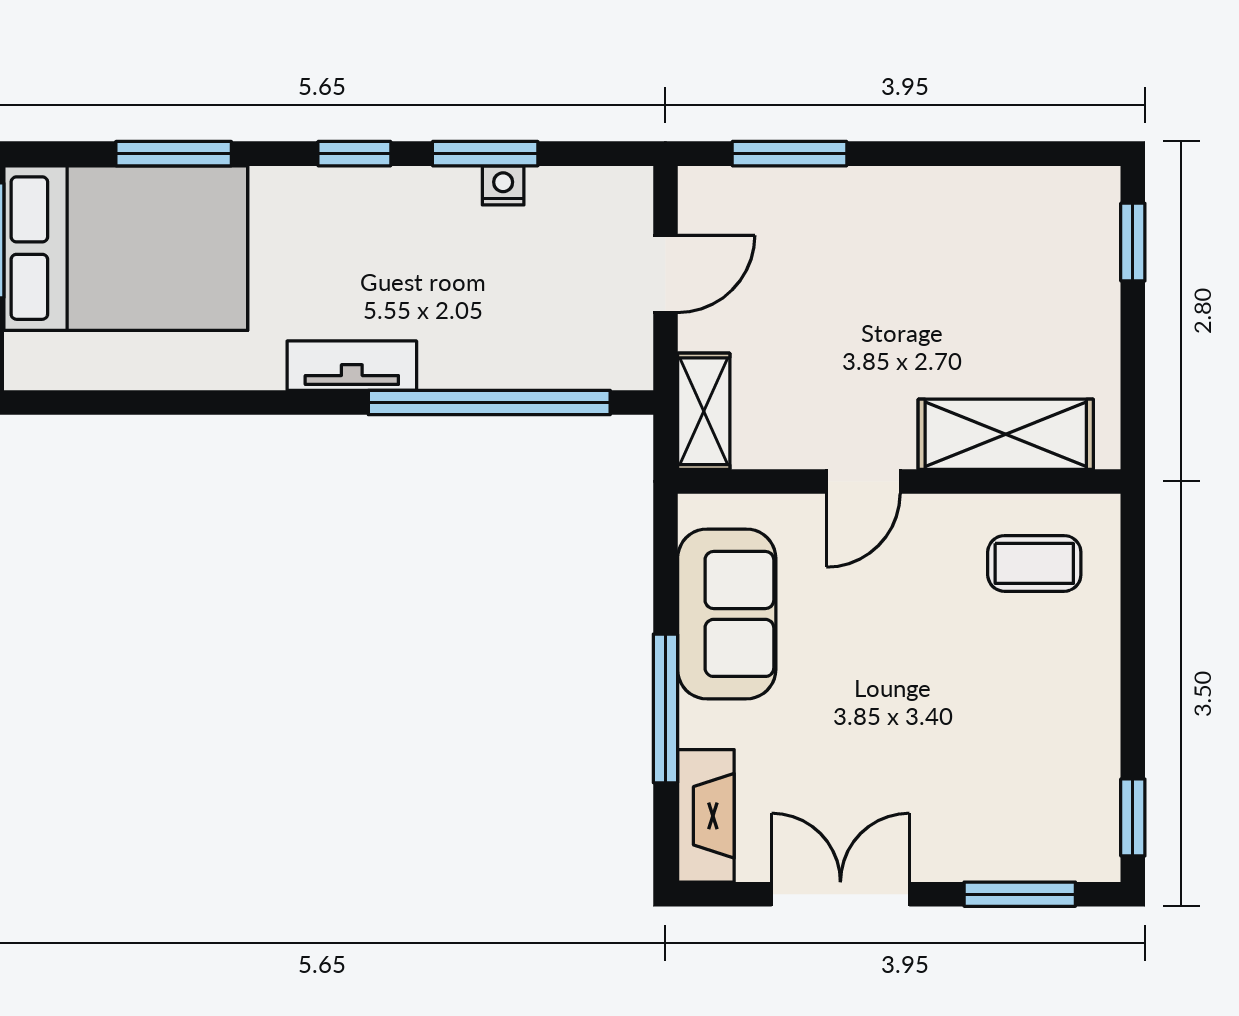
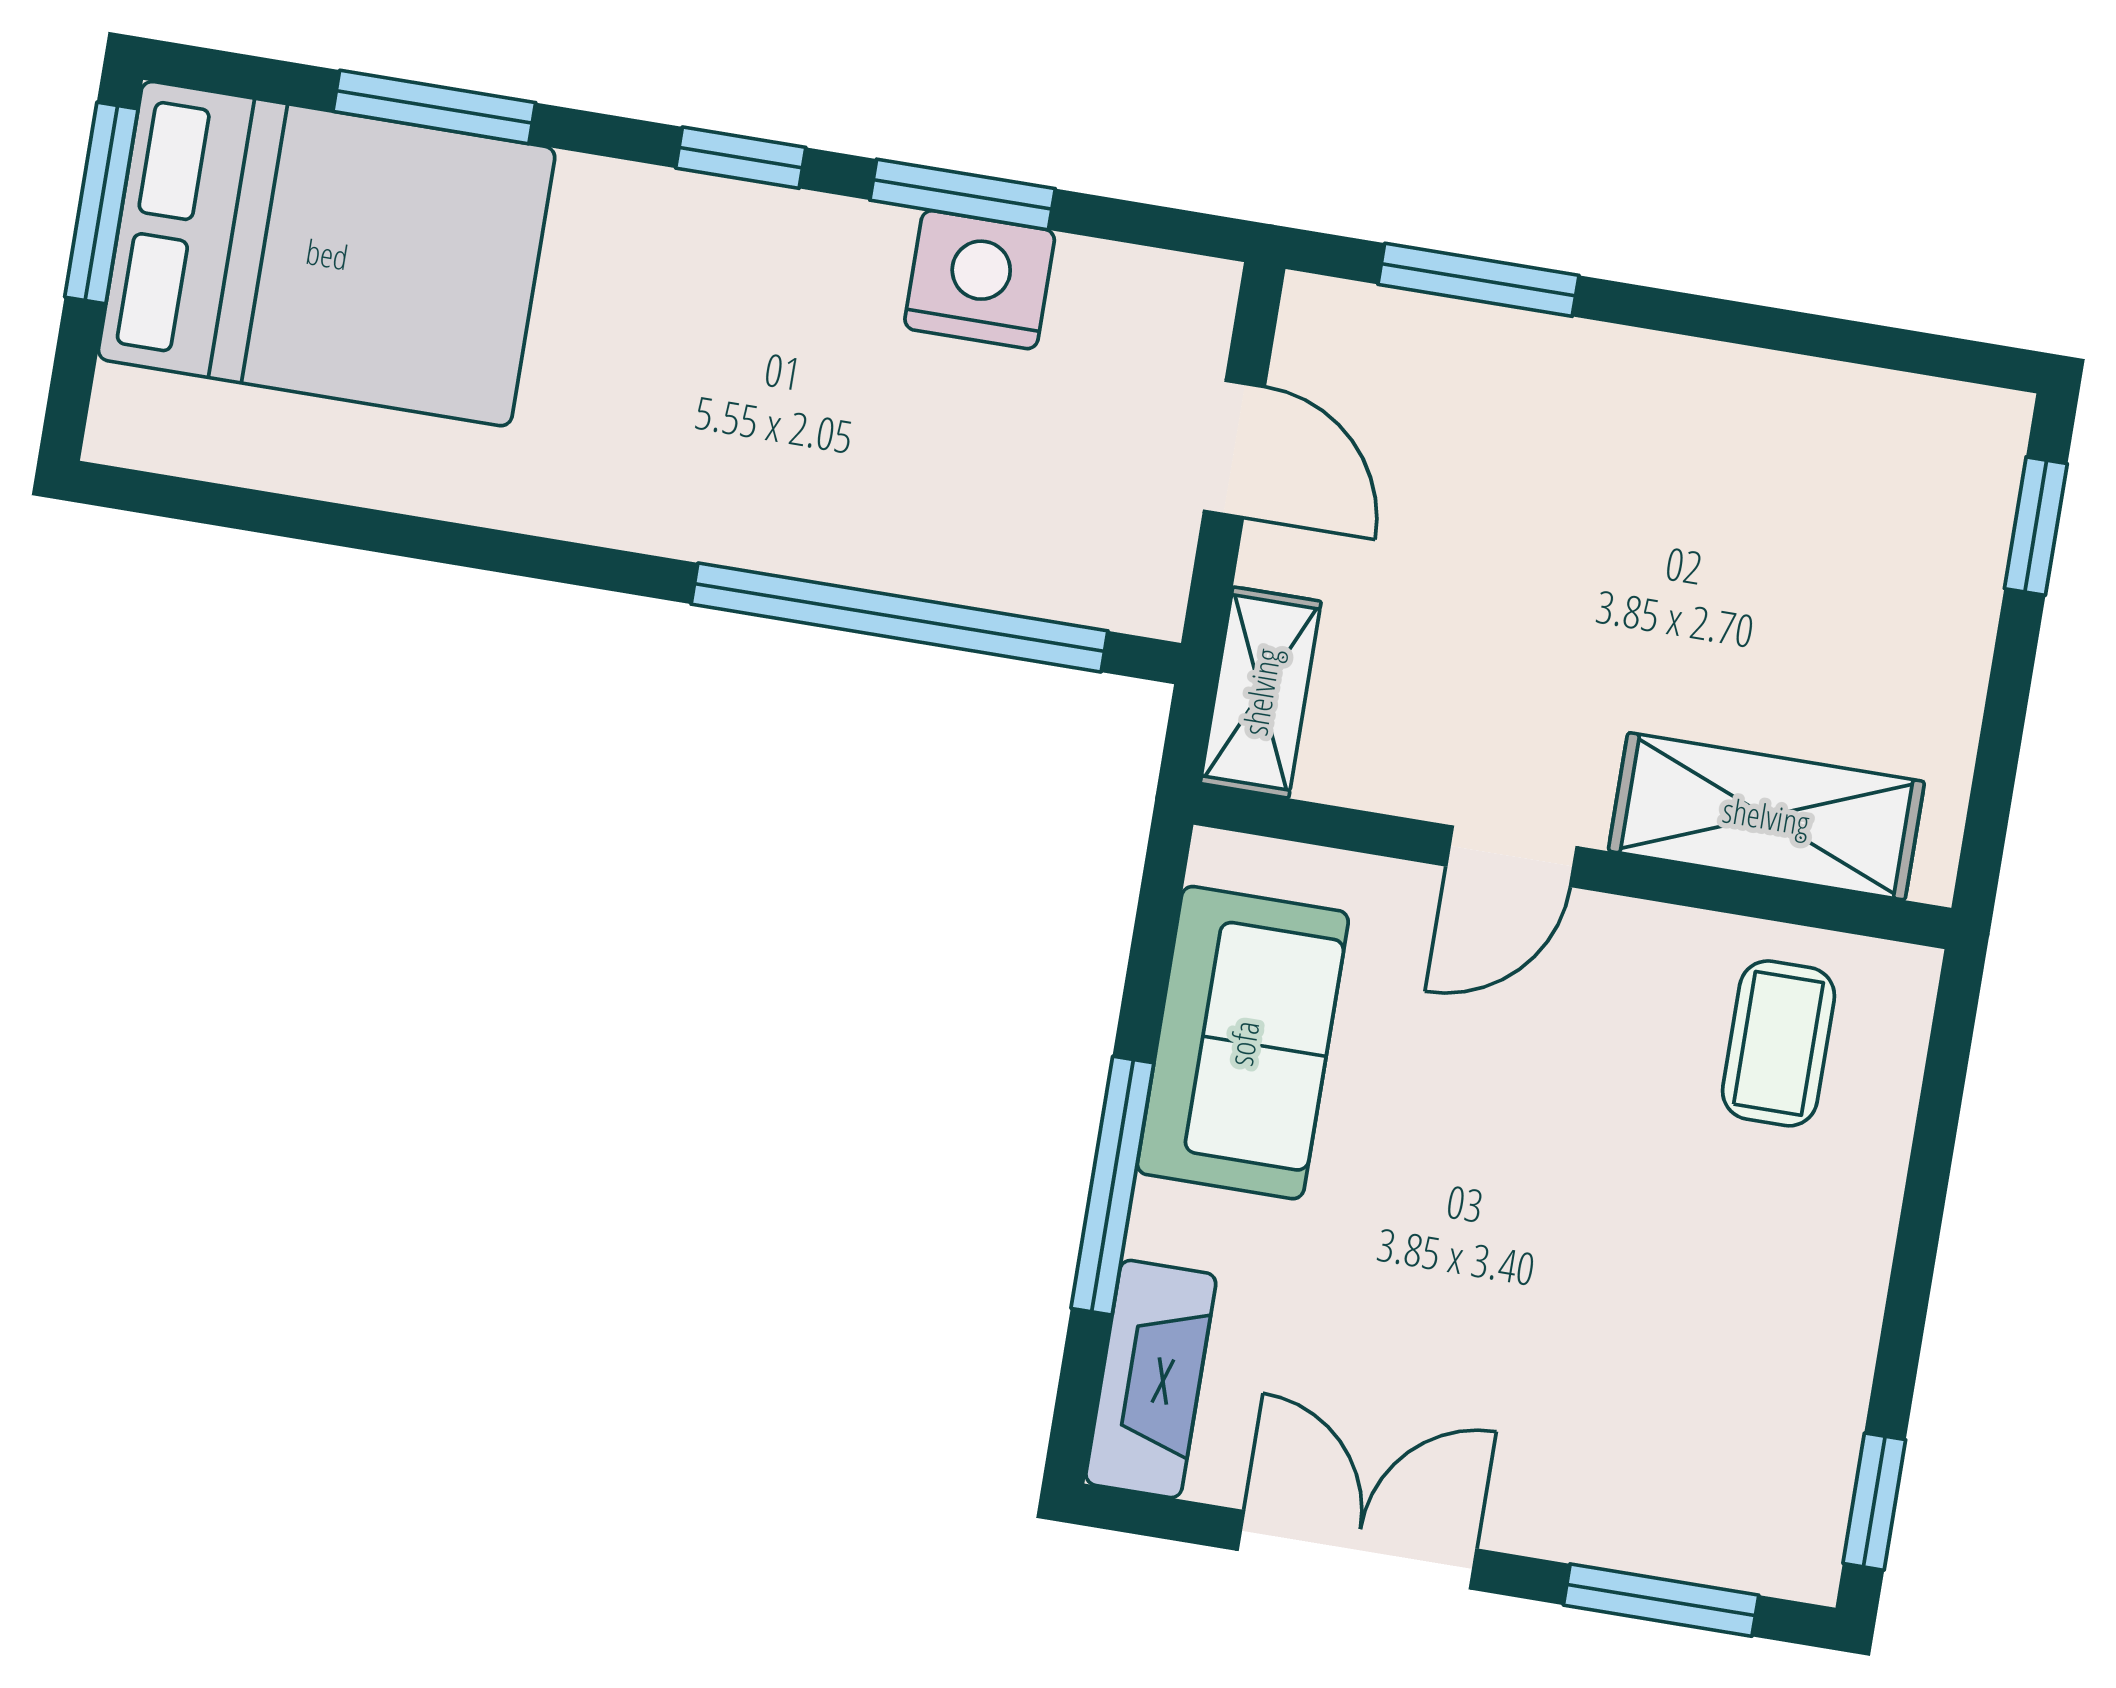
nightstand: (503, 185) -> (980, 280), width x1.89, depth x1.79
door: (665, 274) -> (1234, 449), hinge flipped
tv unit: (352, 366) -> (677, 516), removed
coffee table: (1034, 563) -> (1778, 1043), turned 90

